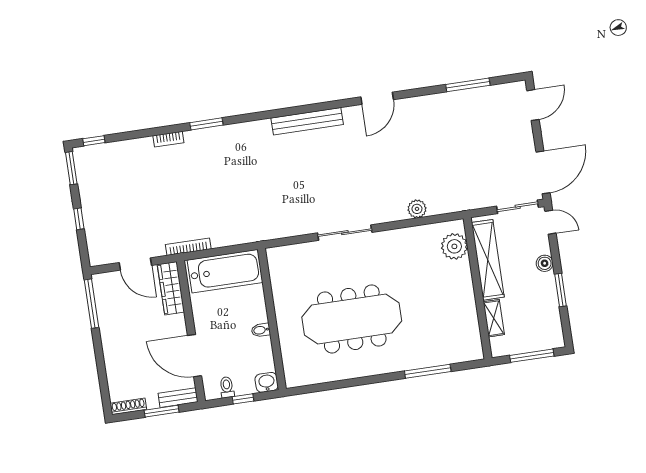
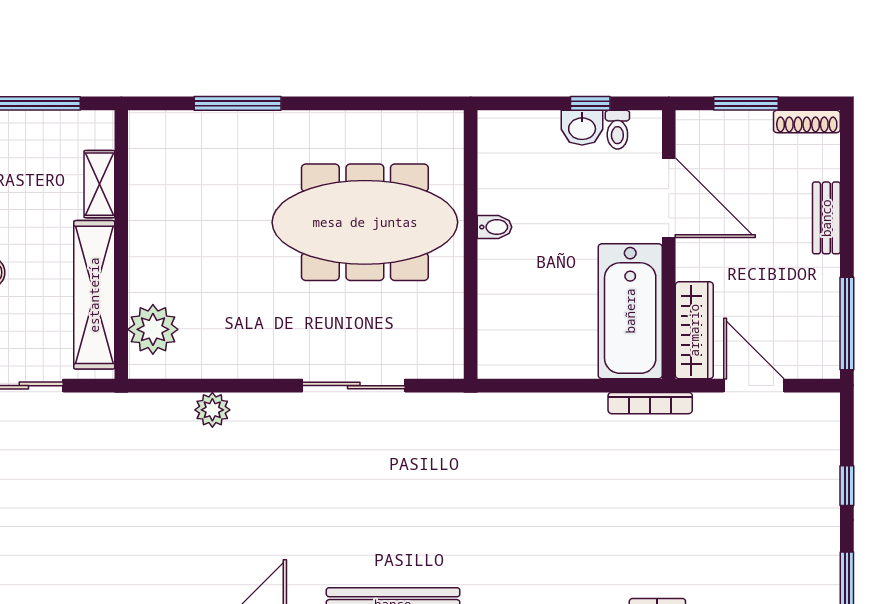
bathtub: (225, 271) -> (630, 311), moved, turned -90
wall: (272, 319) -> (471, 244), moved
bidet: (261, 330) -> (494, 227), moved
washbasin: (267, 382) -> (582, 128), moved
bench: (178, 398) -> (826, 218), moved, turned 90

